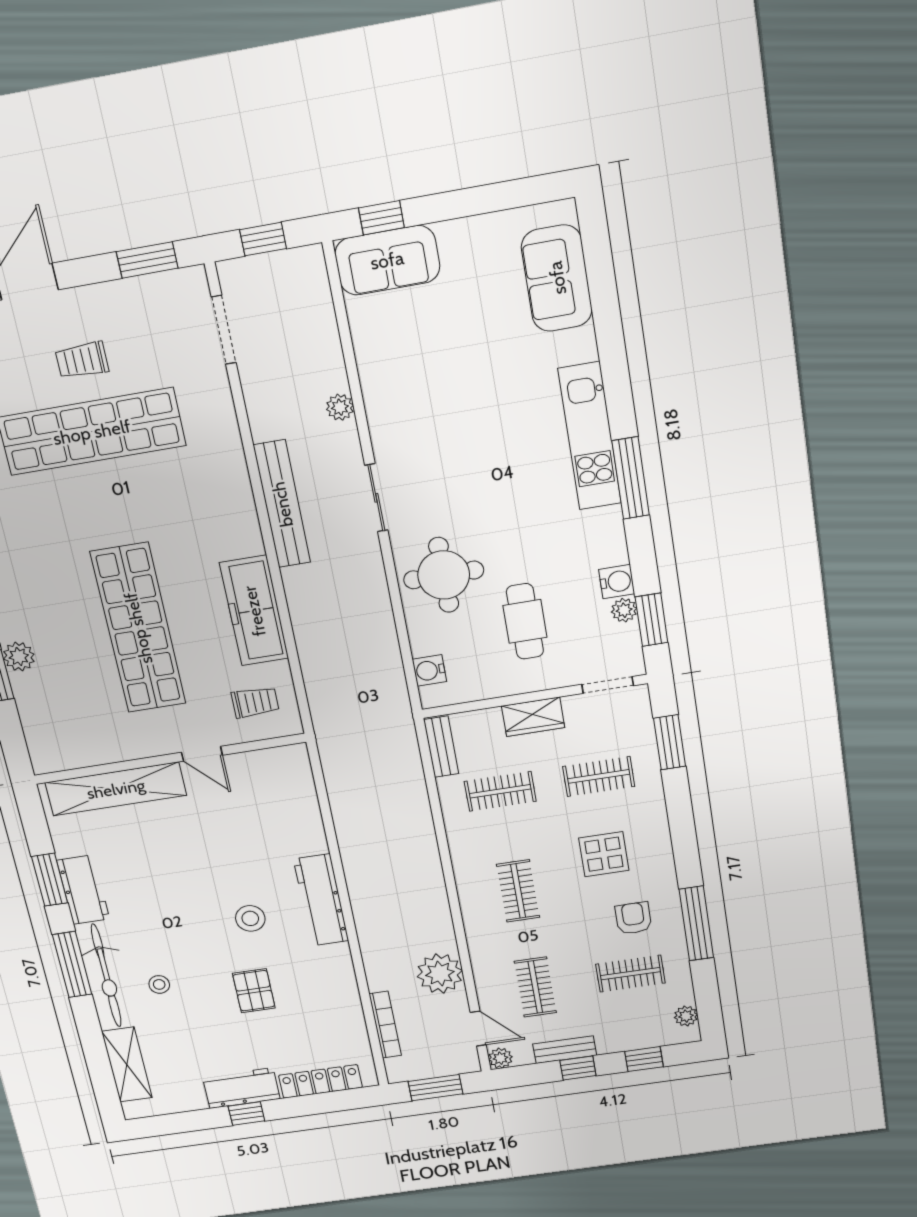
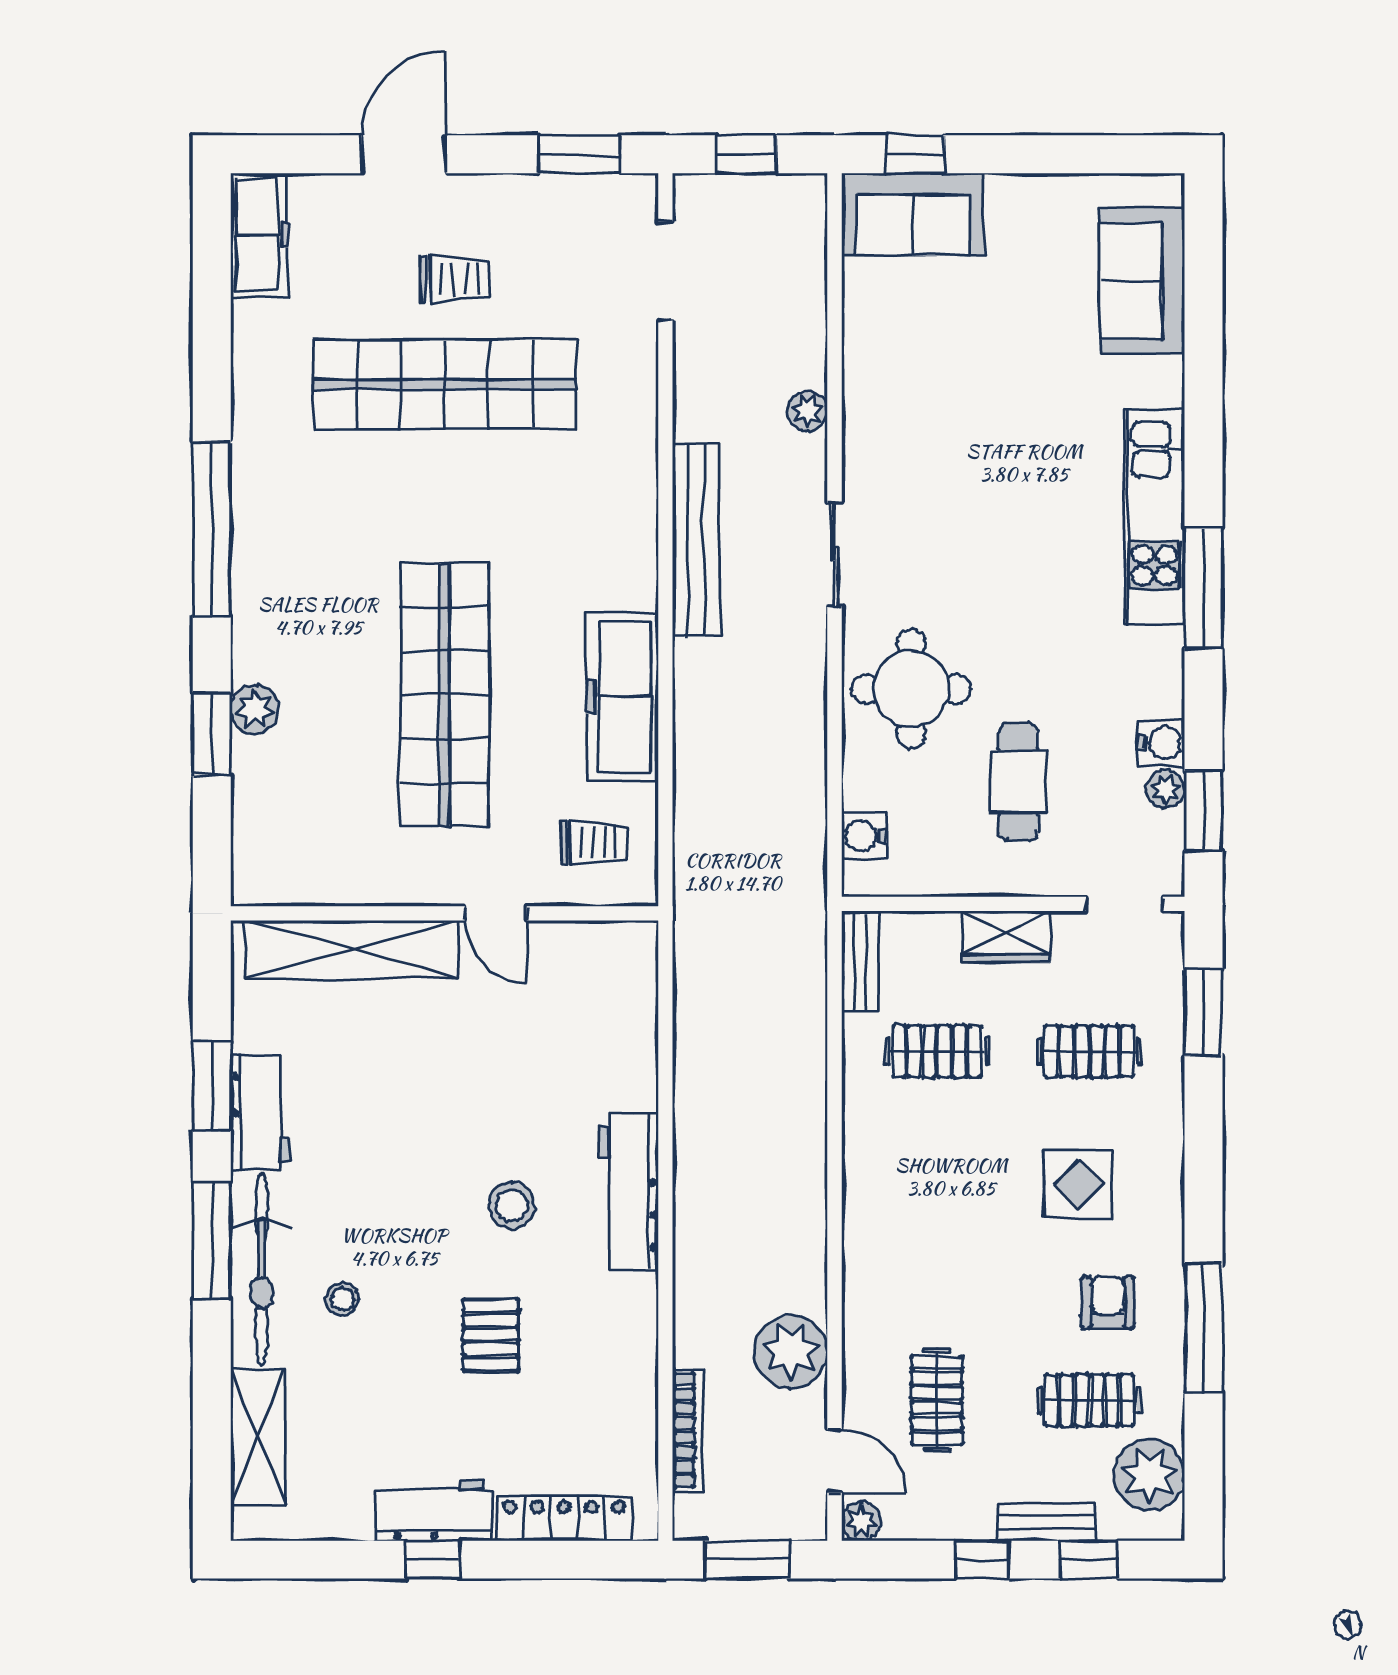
trolley: (82, 360) -> (455, 279), turned 180
clothes rail: (518, 891) -> (937, 1226), removed
plant: (686, 1016) -> (1149, 1475), width x1.87, depth x1.87
bench: (565, 1050) -> (1047, 1522), moved

